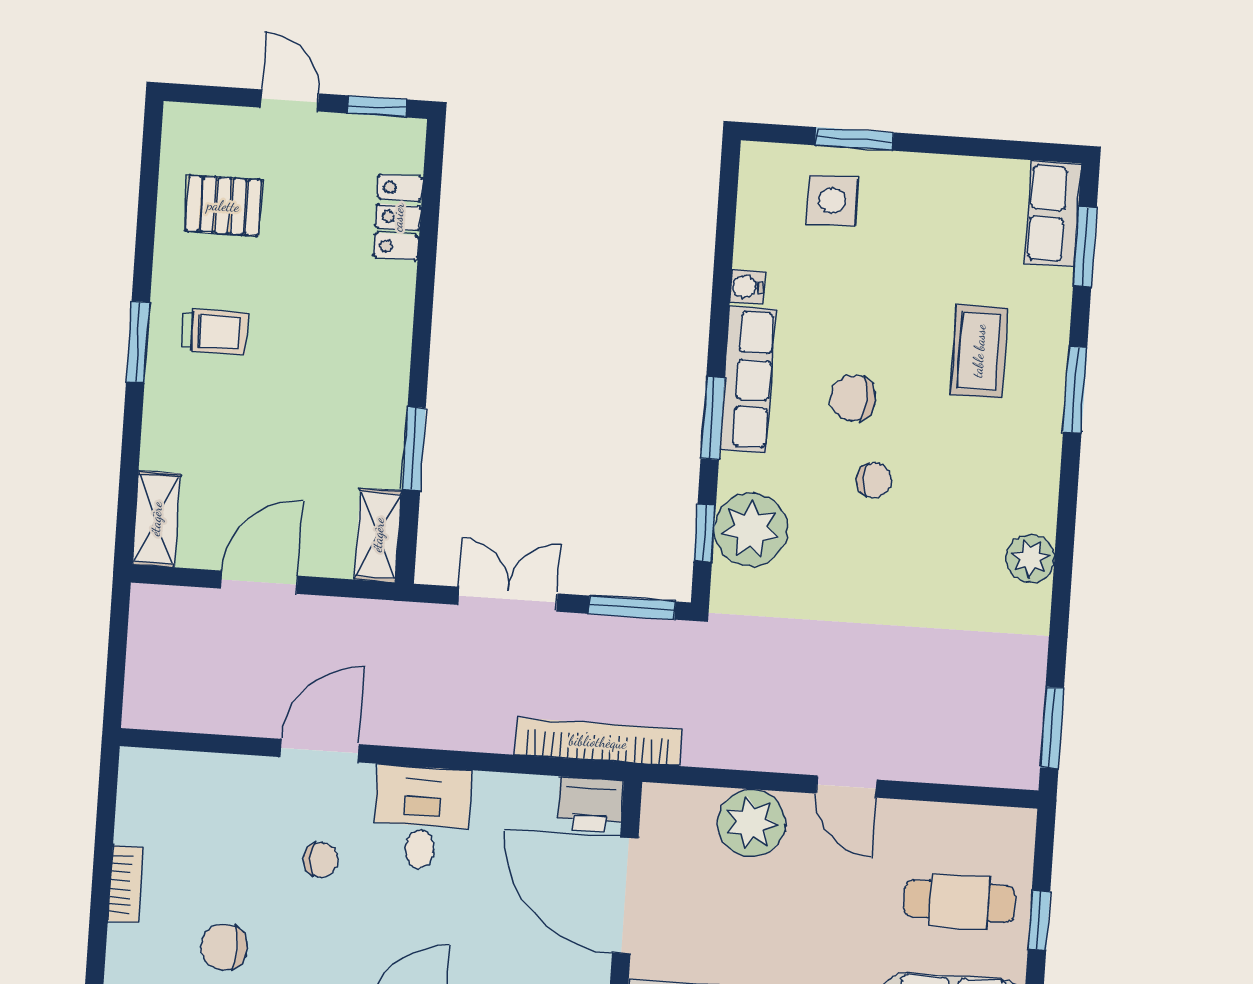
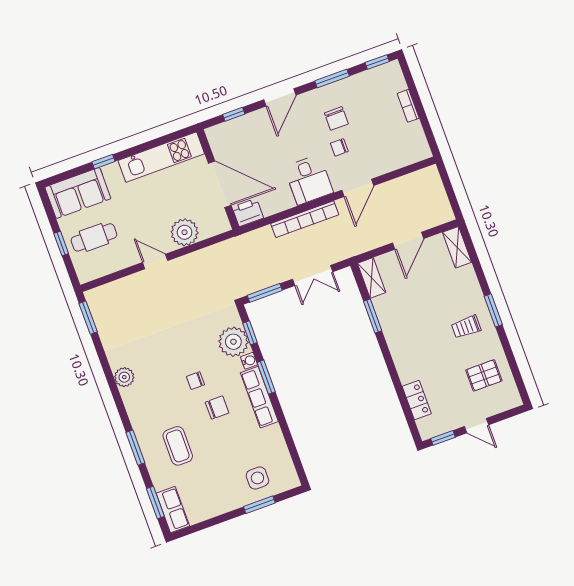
water cooler: (747, 287) -> (249, 361), moved
bookcase: (598, 742) -> (305, 219), moved
chair: (224, 947) -> (336, 118), moved, turned 90

